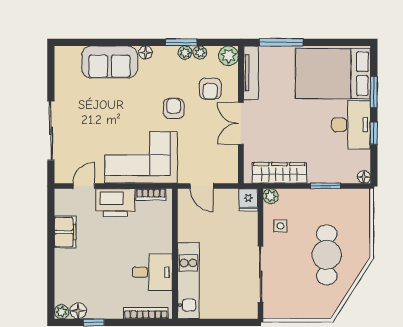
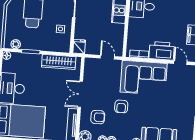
armchair: (210, 89) -> (98, 117), turned 90
double door: (241, 123) -> (80, 94), swing flipped
door: (84, 186) -> (180, 63), swing flipped
plant: (271, 196) -> (16, 44), moved

